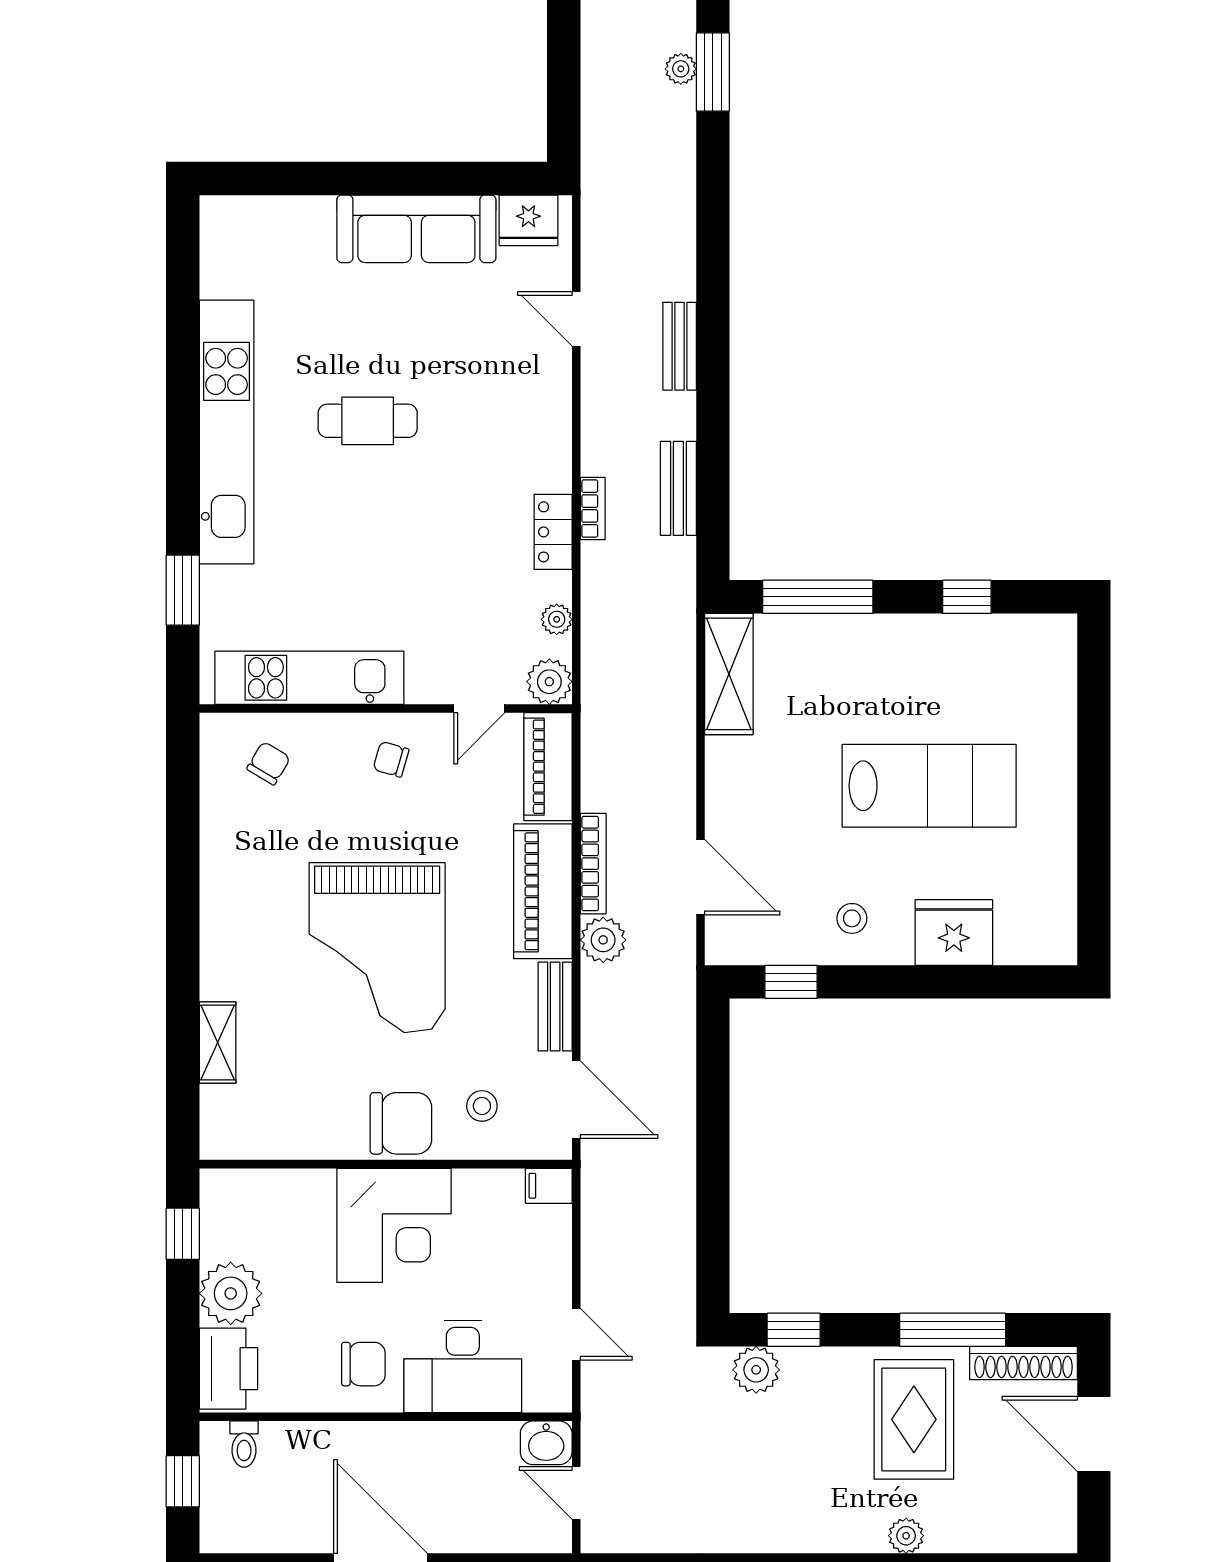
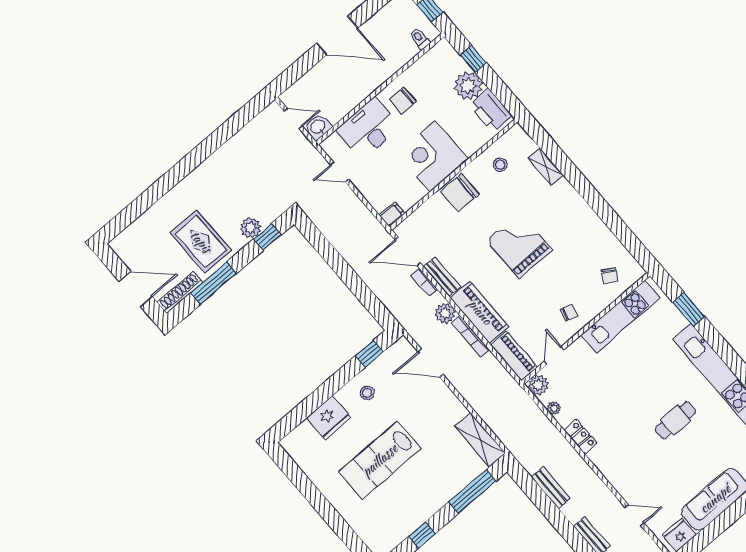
bookcase: (593, 509) -> (424, 282), moved
grand piano: (377, 948) -> (519, 245), width x0.73, depth x0.68
stool: (482, 1106) -> (500, 165), moved
window: (183, 1234) -> (473, 59), moved
printer: (228, 1369) -> (491, 110), moved
plant: (756, 1370) -> (251, 228), moved
plant: (906, 1536) -> (170, 200), removed

